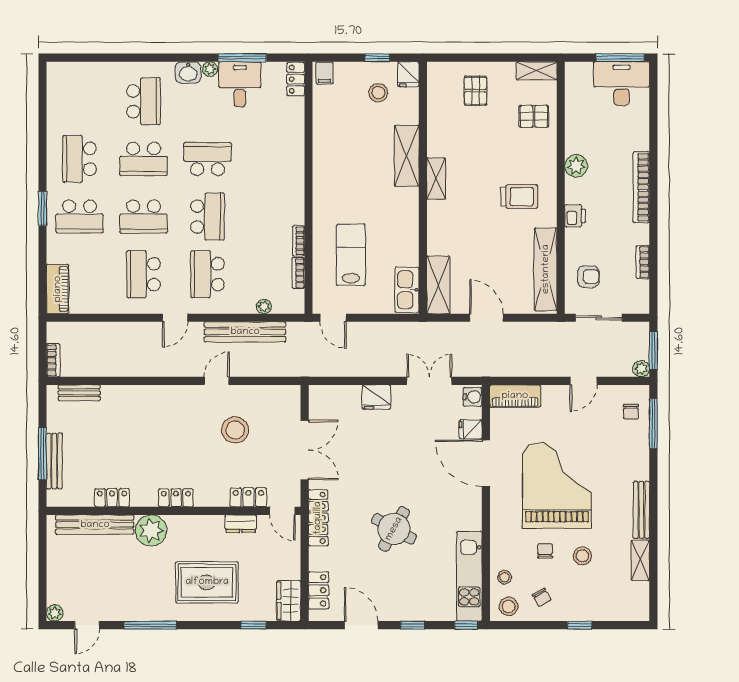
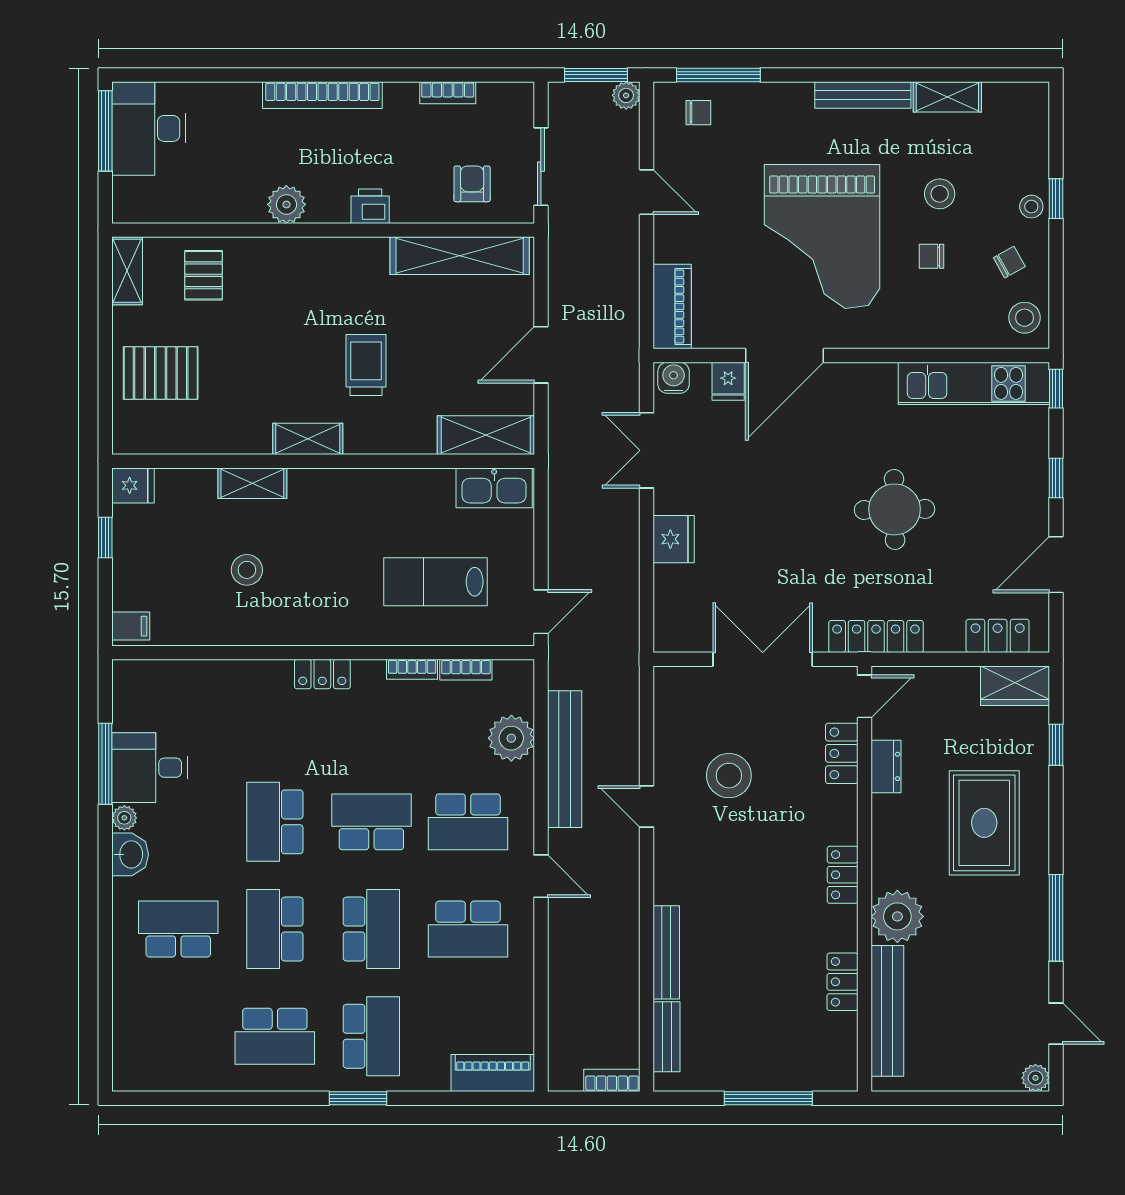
locker: (296, 79) -> (322, 674), moved
pallet: (475, 91) -> (161, 373), width x1.50, depth x1.42
stool: (378, 93) -> (247, 570), moved
shelving: (407, 156) -> (252, 483), width x0.67, depth x0.75
school desk: (144, 159) -> (275, 929), turned 180
trolley: (519, 197) -> (366, 365), moved
plant: (264, 306) -> (511, 738), width x1.87, depth x1.87
bench: (54, 461) -> (666, 952), moved, turned 90
grand piano: (557, 486) -> (822, 236), turned -90
round table: (394, 529) -> (895, 509), turned -30
stool: (505, 577) -> (1031, 207), moved

